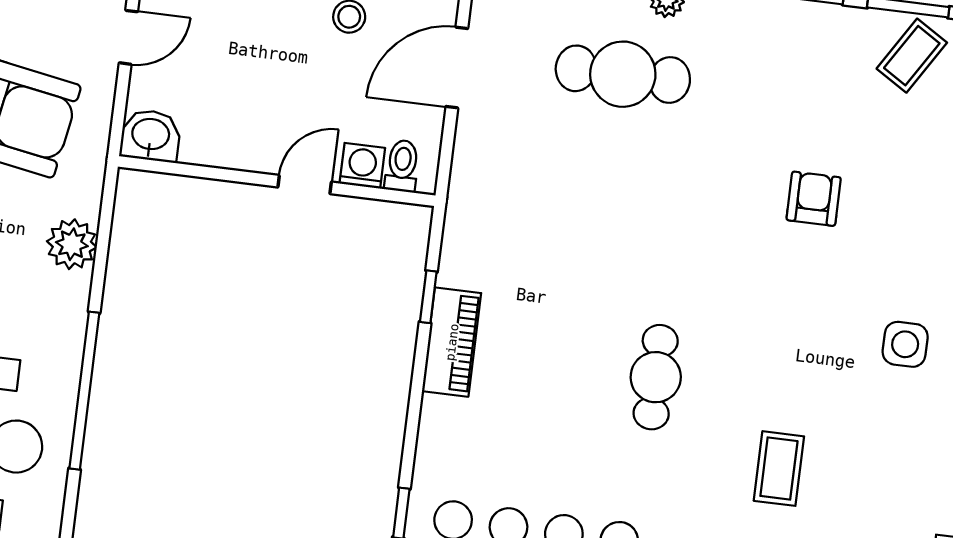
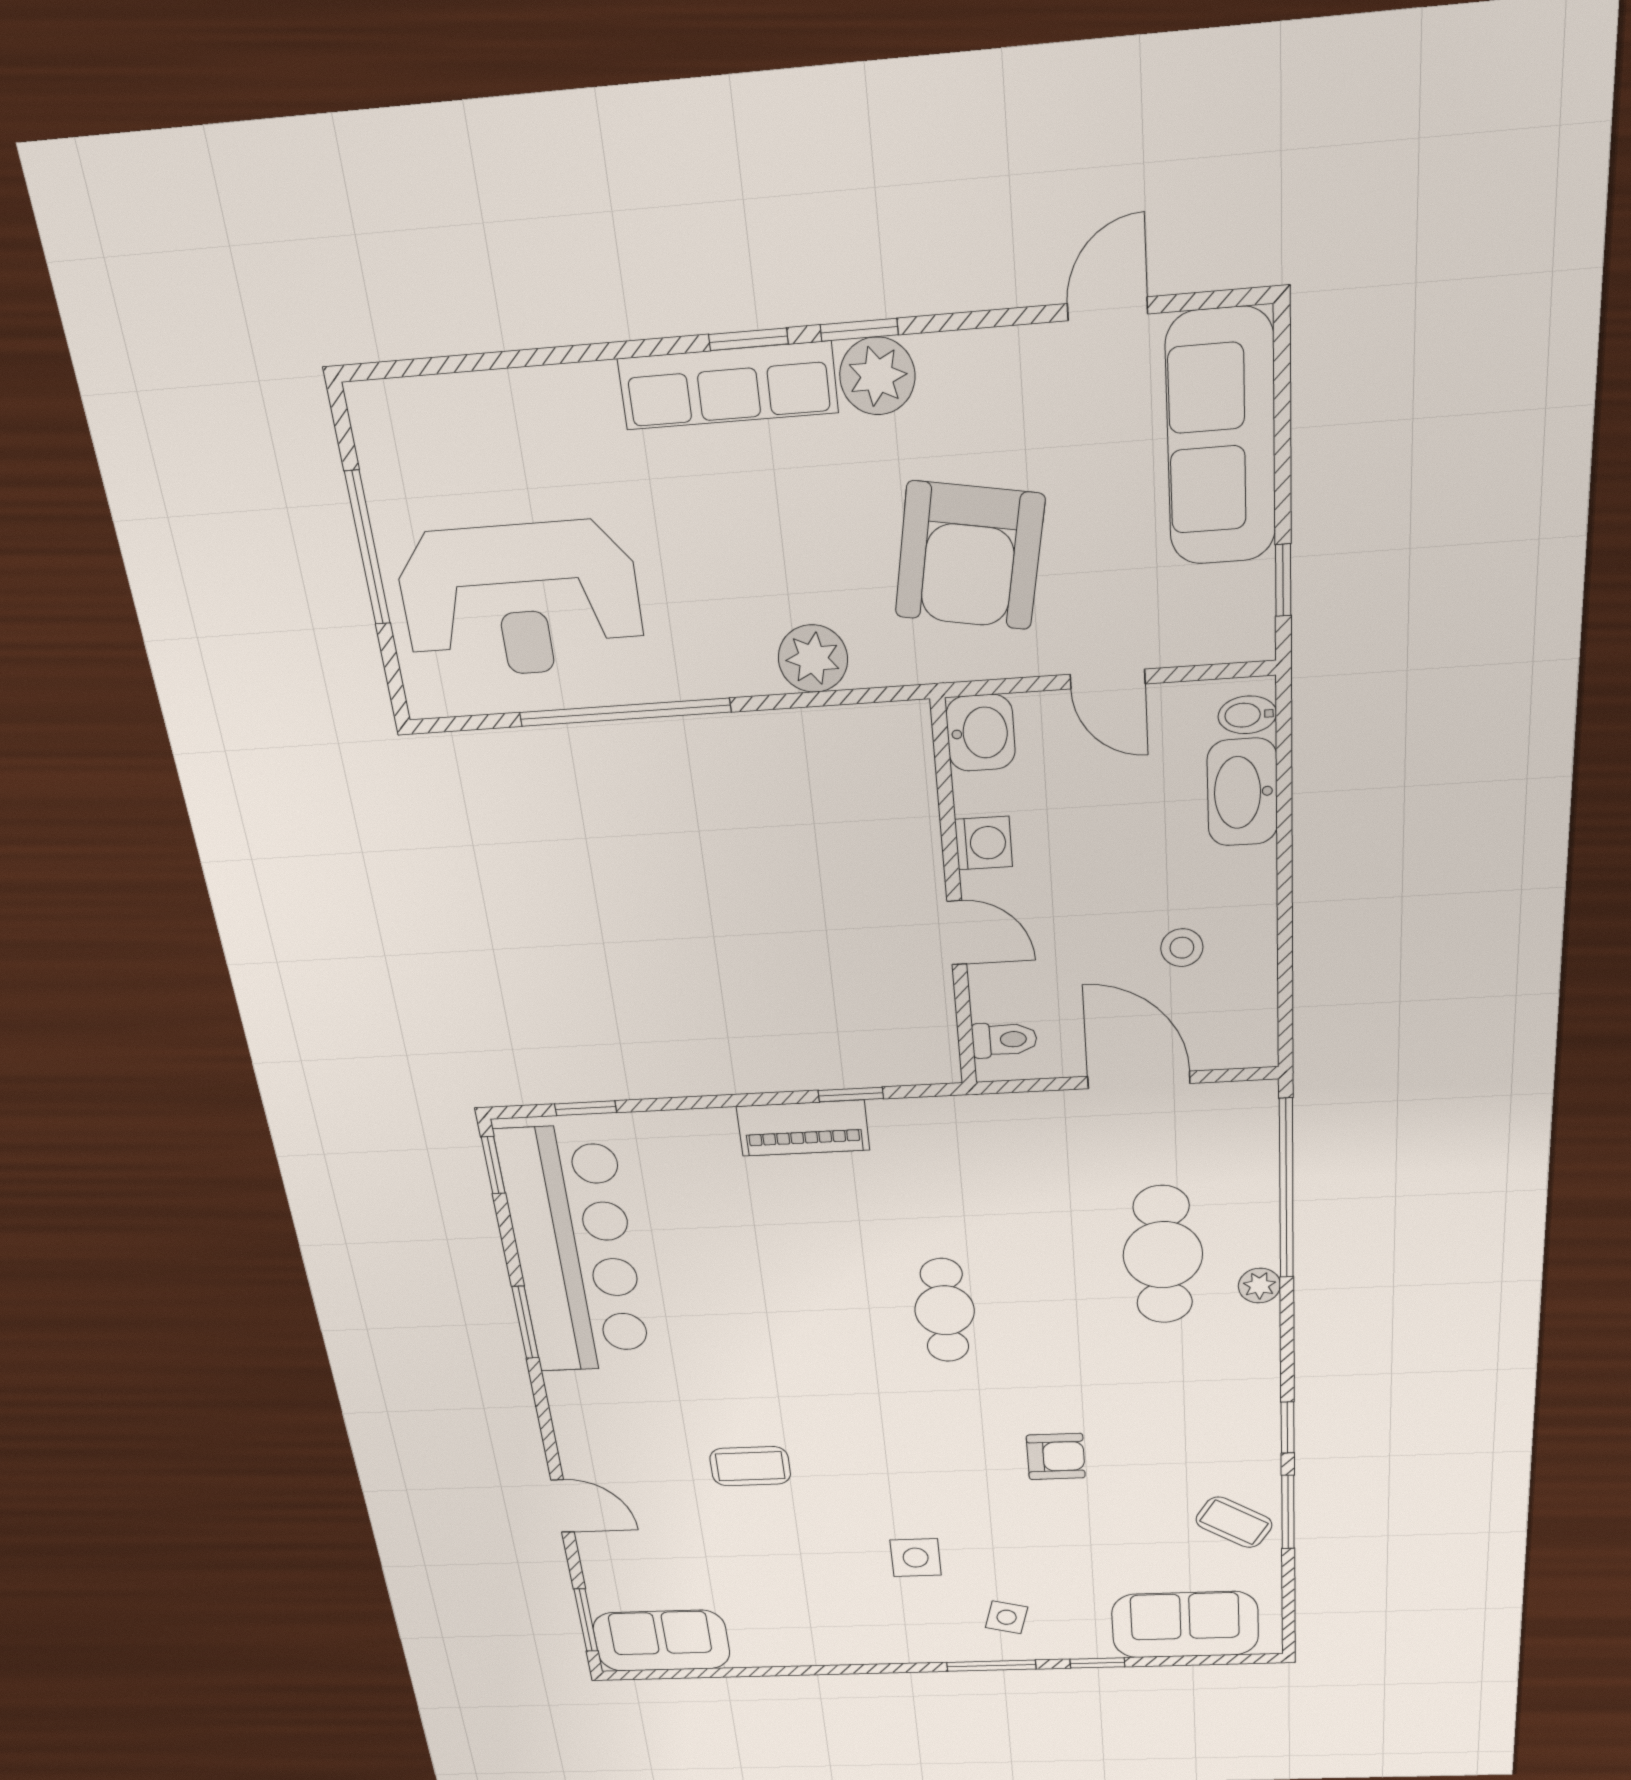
washing machine: (362, 166) -> (984, 843), moved
cafe table: (656, 377) -> (945, 1310), moved, turned 90

